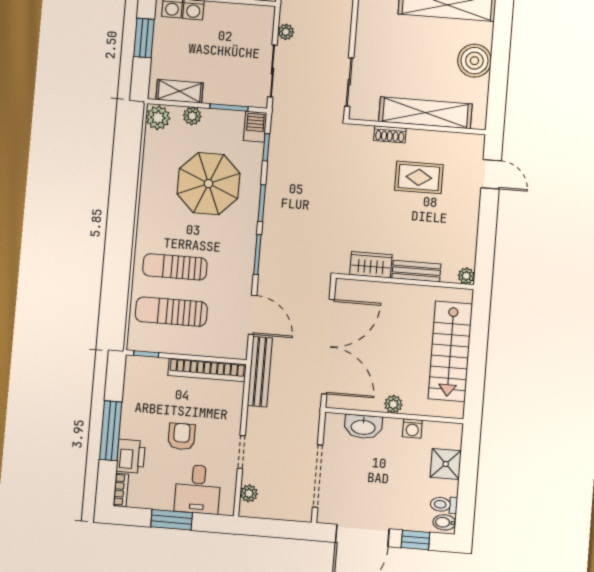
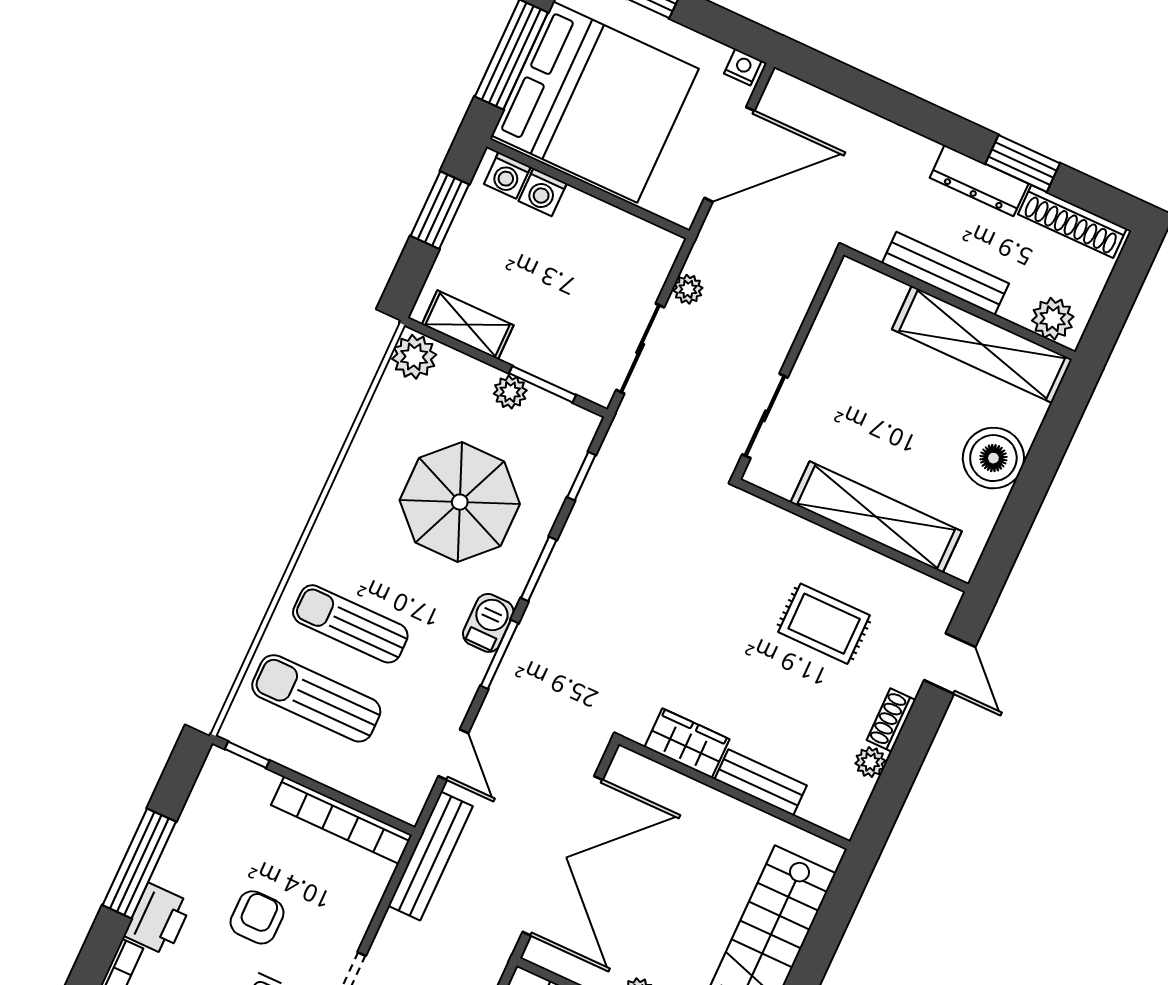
plant: (192, 116) -> (510, 392), moved
barbecue: (255, 127) -> (488, 623), moved
shoe rack: (390, 134) -> (891, 720), moved, turned 90
plant: (466, 276) -> (870, 762), moved
door: (253, 315) -> (453, 755), width x0.73

